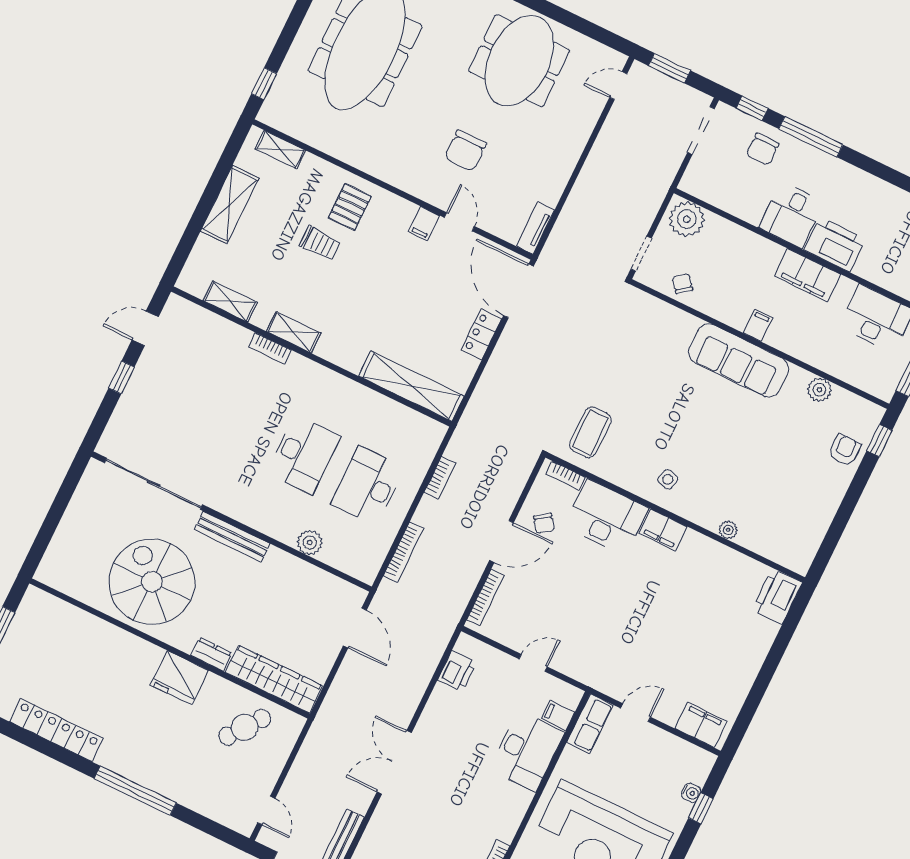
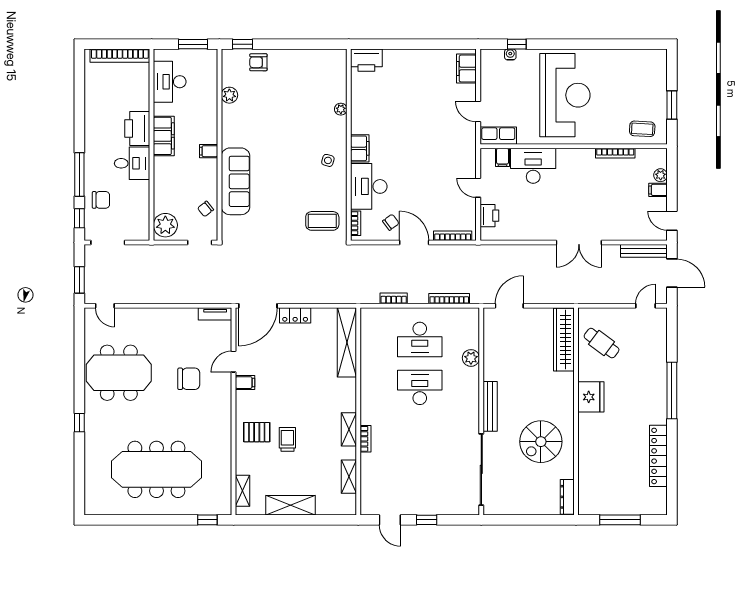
sofa: (739, 361) -> (236, 181), moved
spiral stairs: (152, 582) -> (541, 442), width x0.73, depth x0.73
dresser: (211, 654) -> (567, 497), moved, width x1.44
printer: (457, 671) -> (489, 216), moved, turned 90

